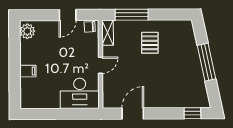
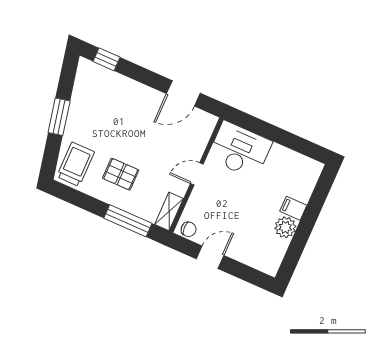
plant: (27, 31) -> (285, 227), moved
trolley: (182, 36) -> (76, 164), added
pallet: (150, 43) -> (121, 174), turned 90
window: (207, 62) -> (59, 117), width x0.69

